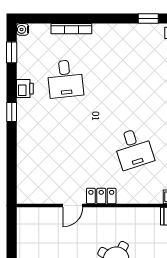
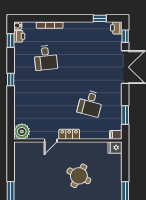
printer: (25, 89) -> (19, 36), moved
desk: (134, 149) -> (90, 103), turned 33
plant: (29, 192) -> (22, 132), added

